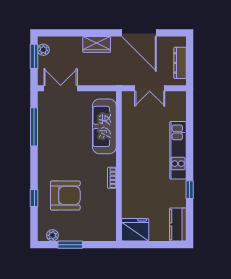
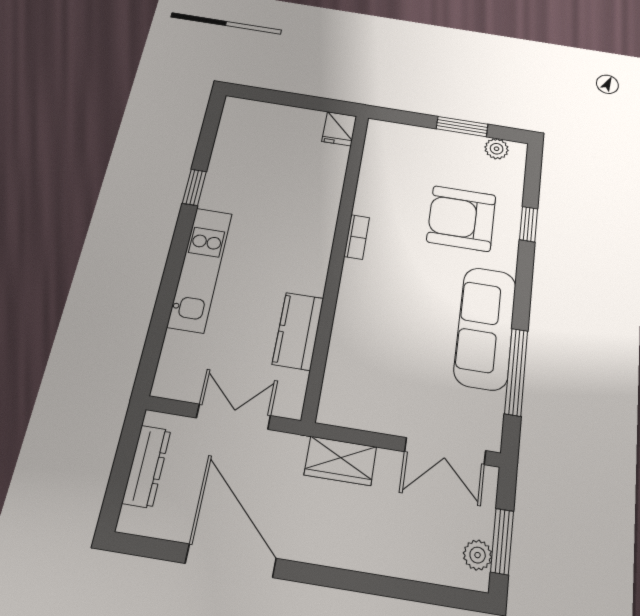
wardrobe: (97, 44) -> (340, 461), moved, turned 180
sofa: (104, 126) -> (485, 328), moved, turned 180
kitchen counter: (178, 224) -> (298, 331), moved, turned 180
fridge: (135, 230) -> (339, 129), width x0.53, depth x0.75

